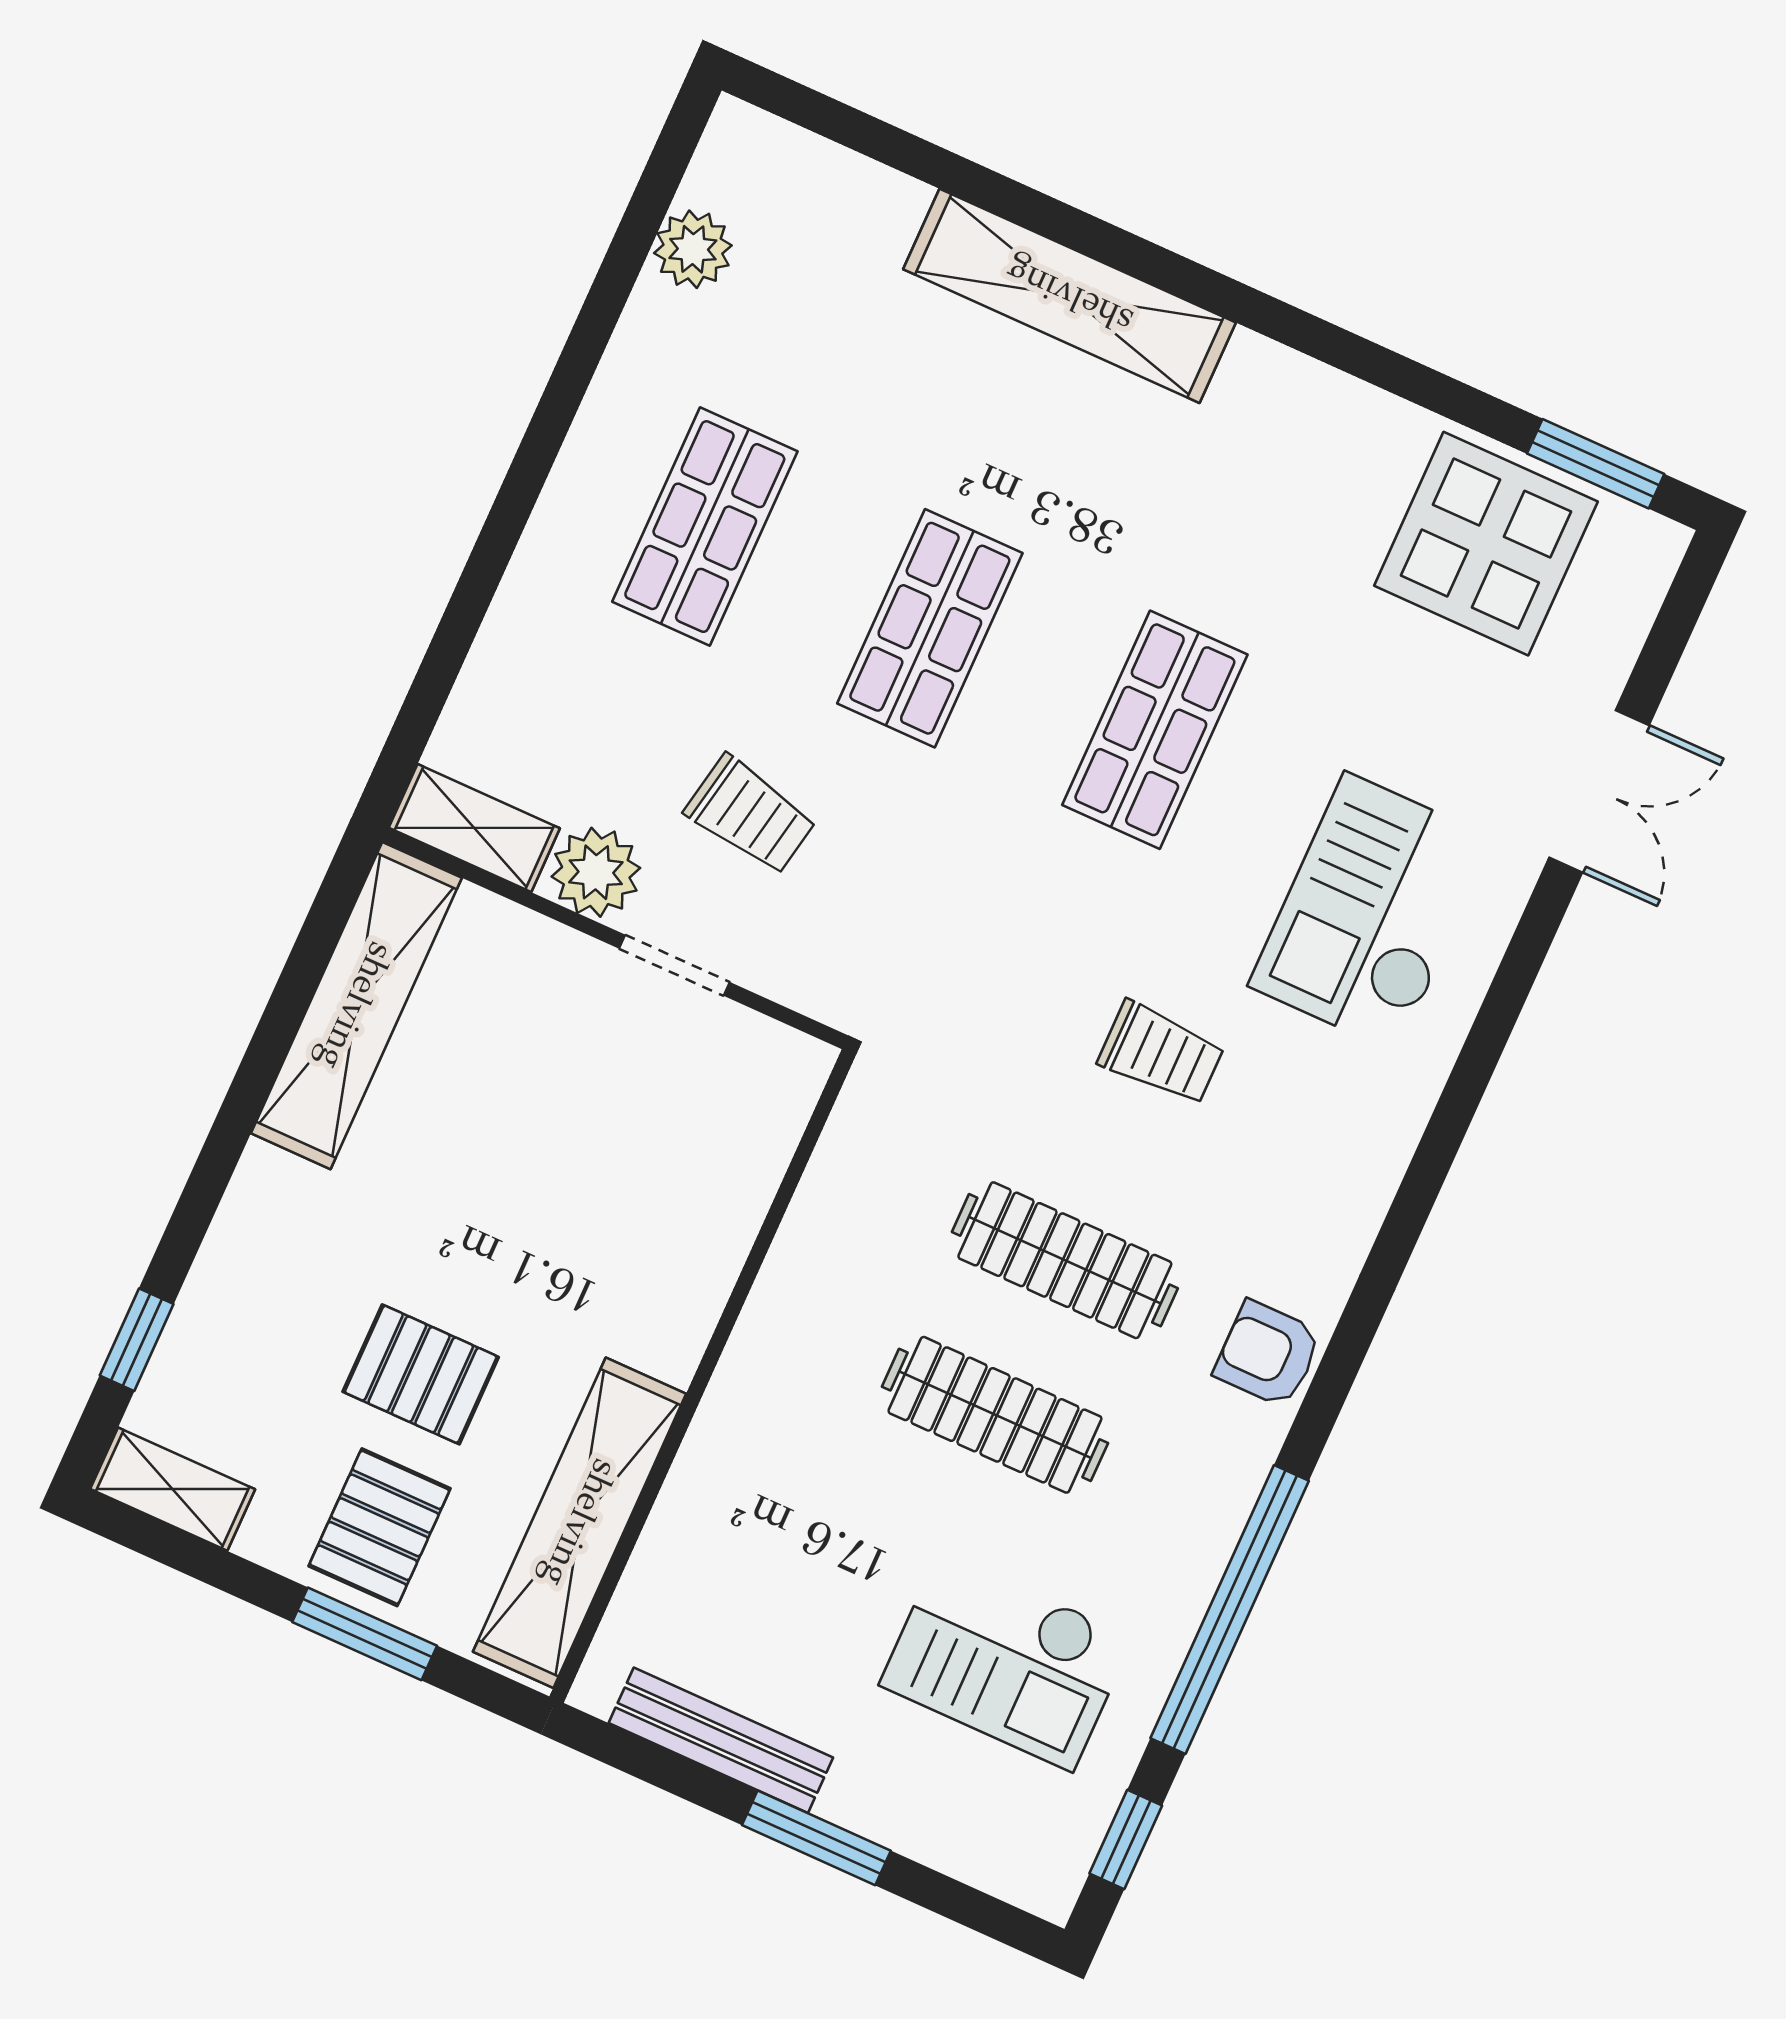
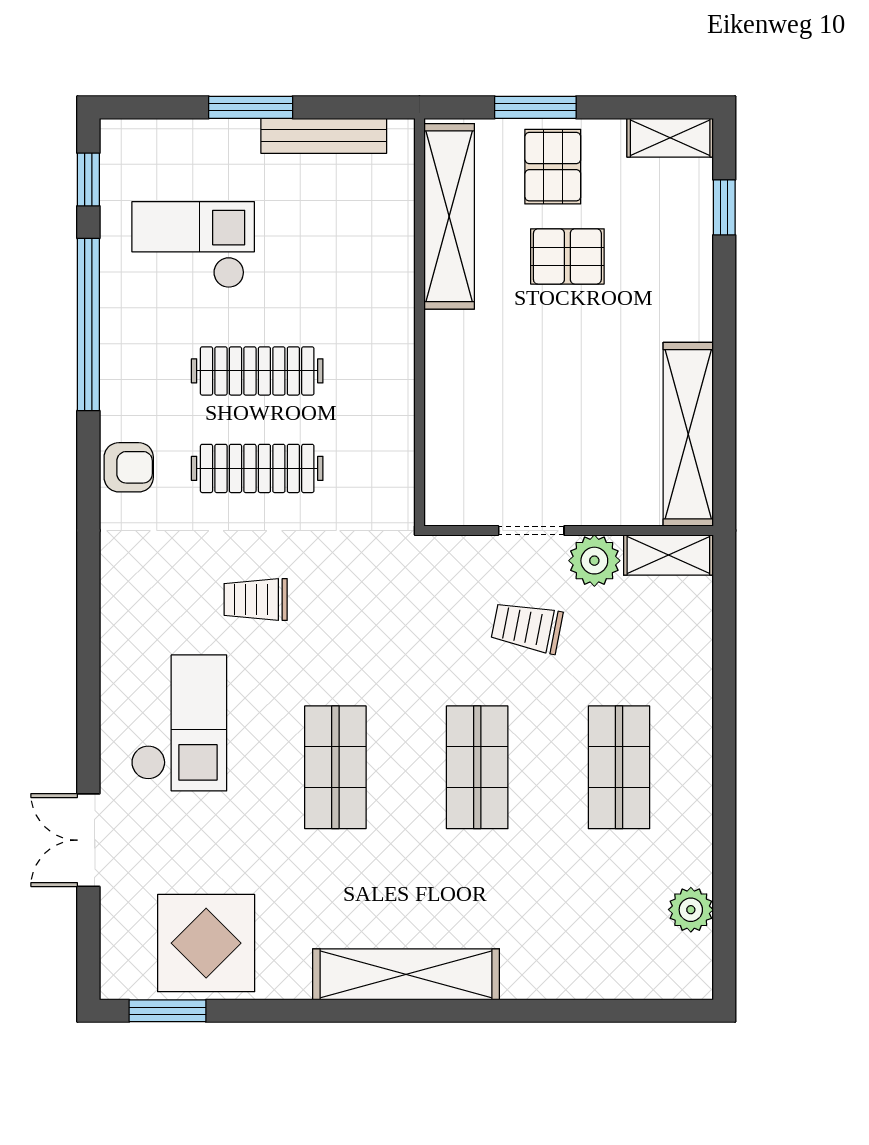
shelving: (1069, 296) -> (406, 974), moved

